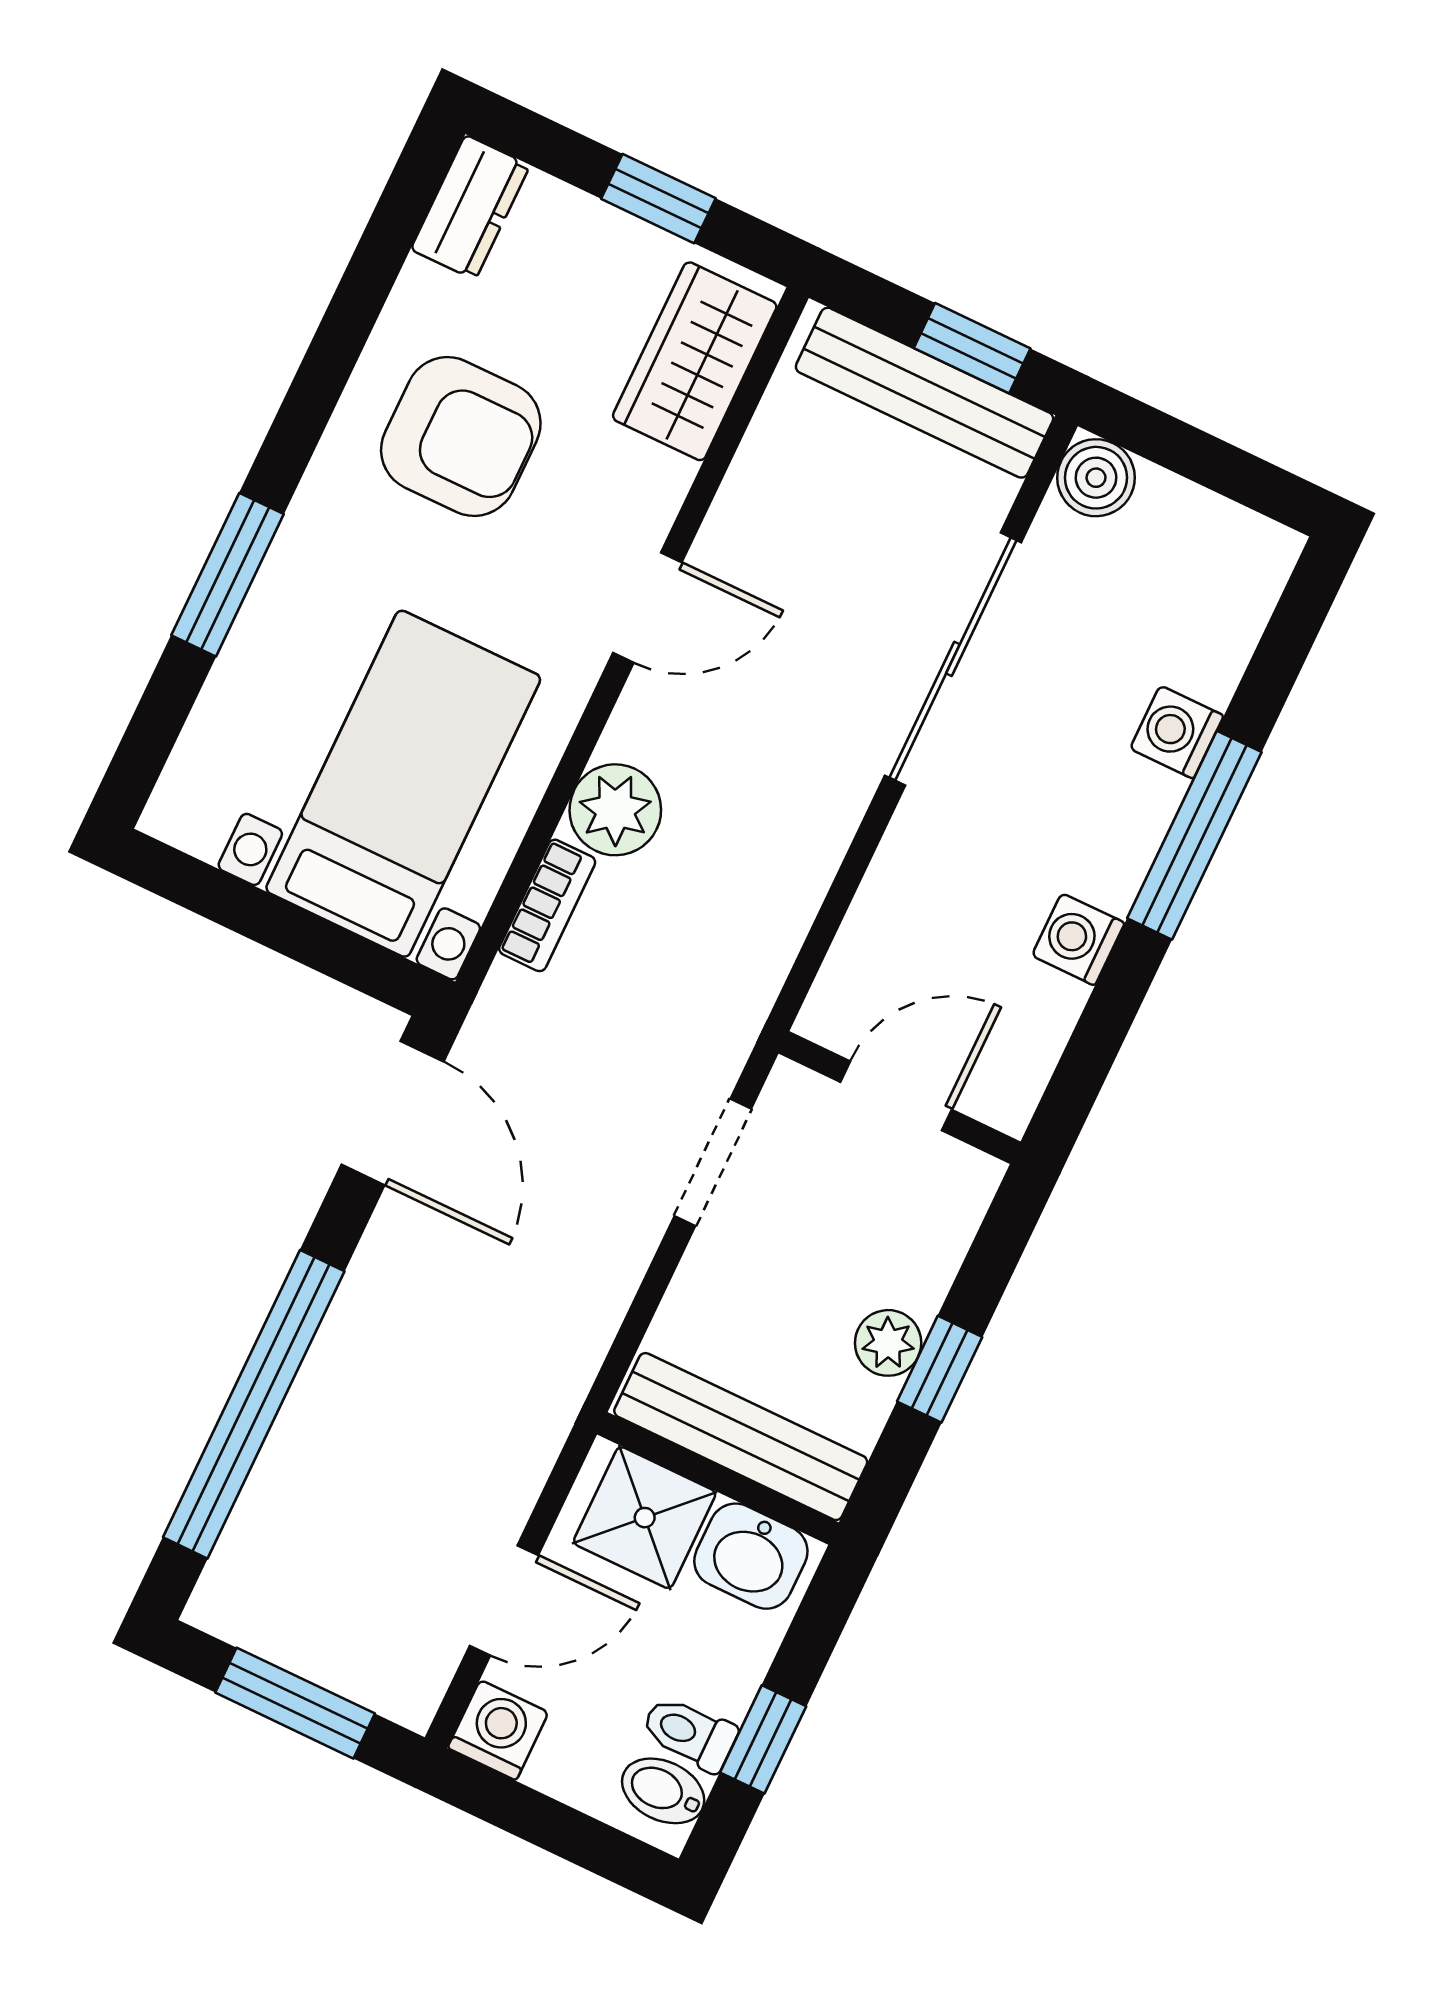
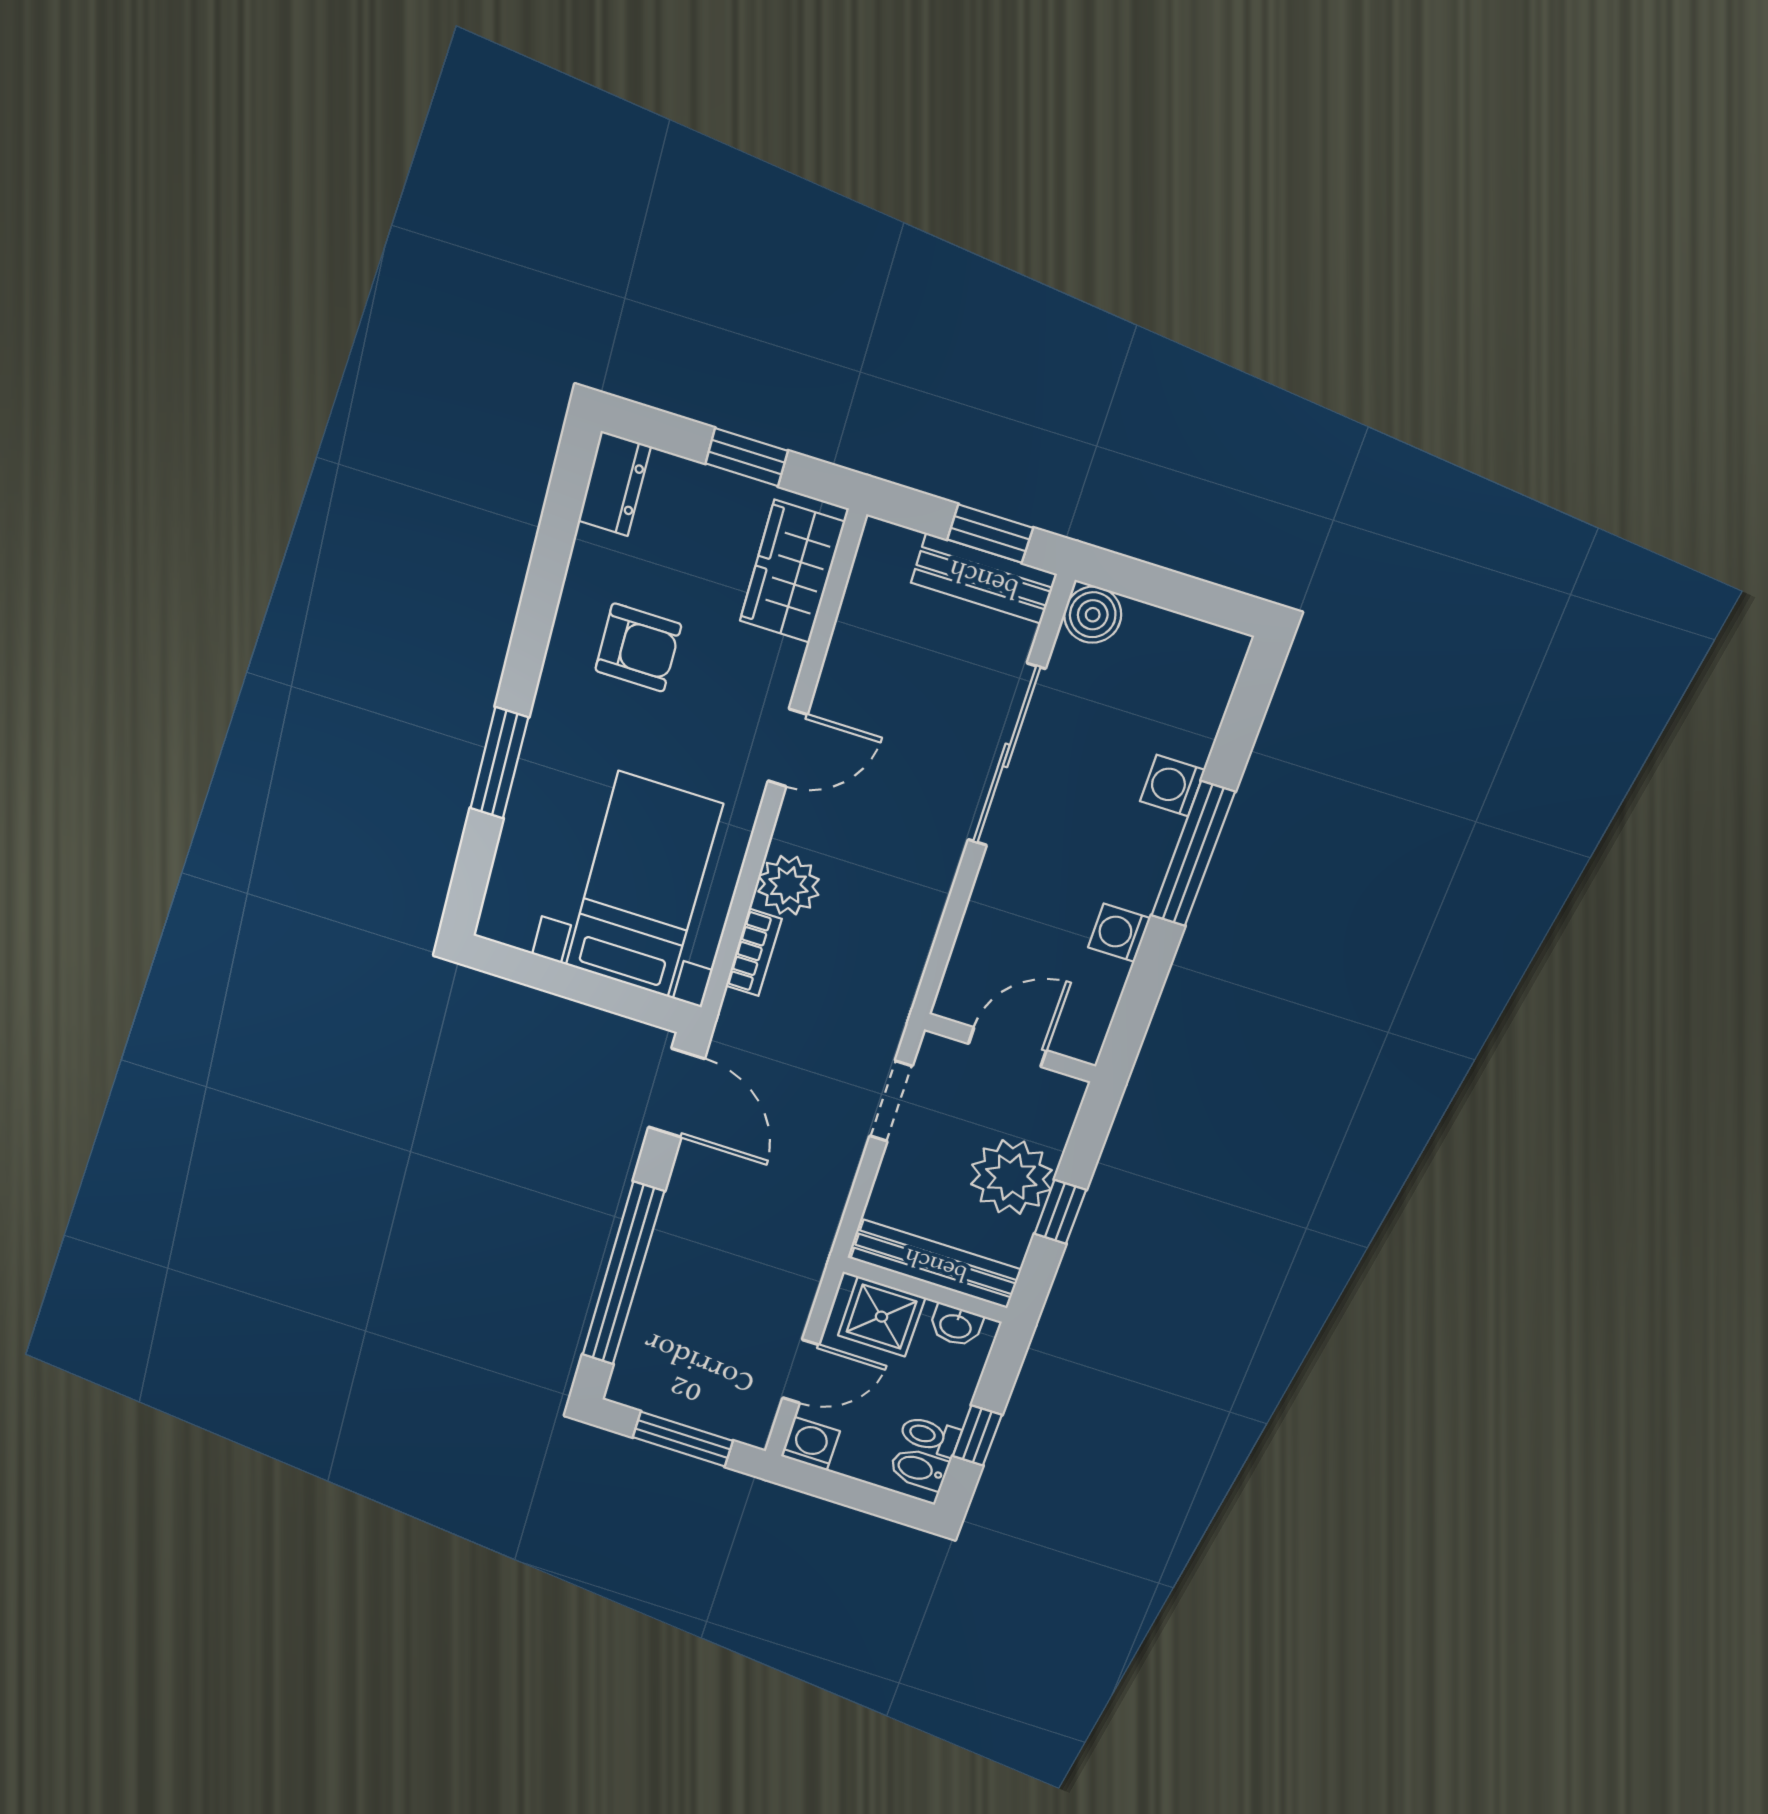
bench: (925, 393) -> (984, 578), width x0.73
armchair: (461, 437) -> (638, 648), width x0.72, depth x0.72
plant: (888, 1343) -> (1011, 1177), width x1.87, depth x1.87
washbasin: (751, 1556) -> (956, 1325), width x0.72, depth x0.69

